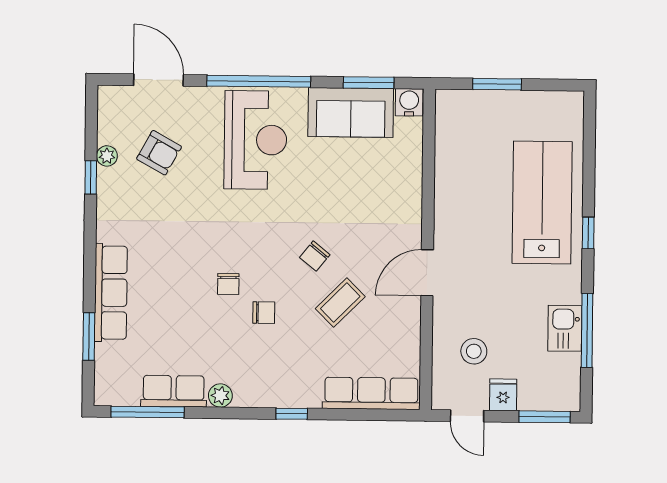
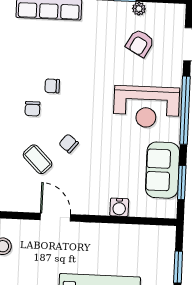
water cooler: (409, 102) -> (119, 207), moved, turned 90

